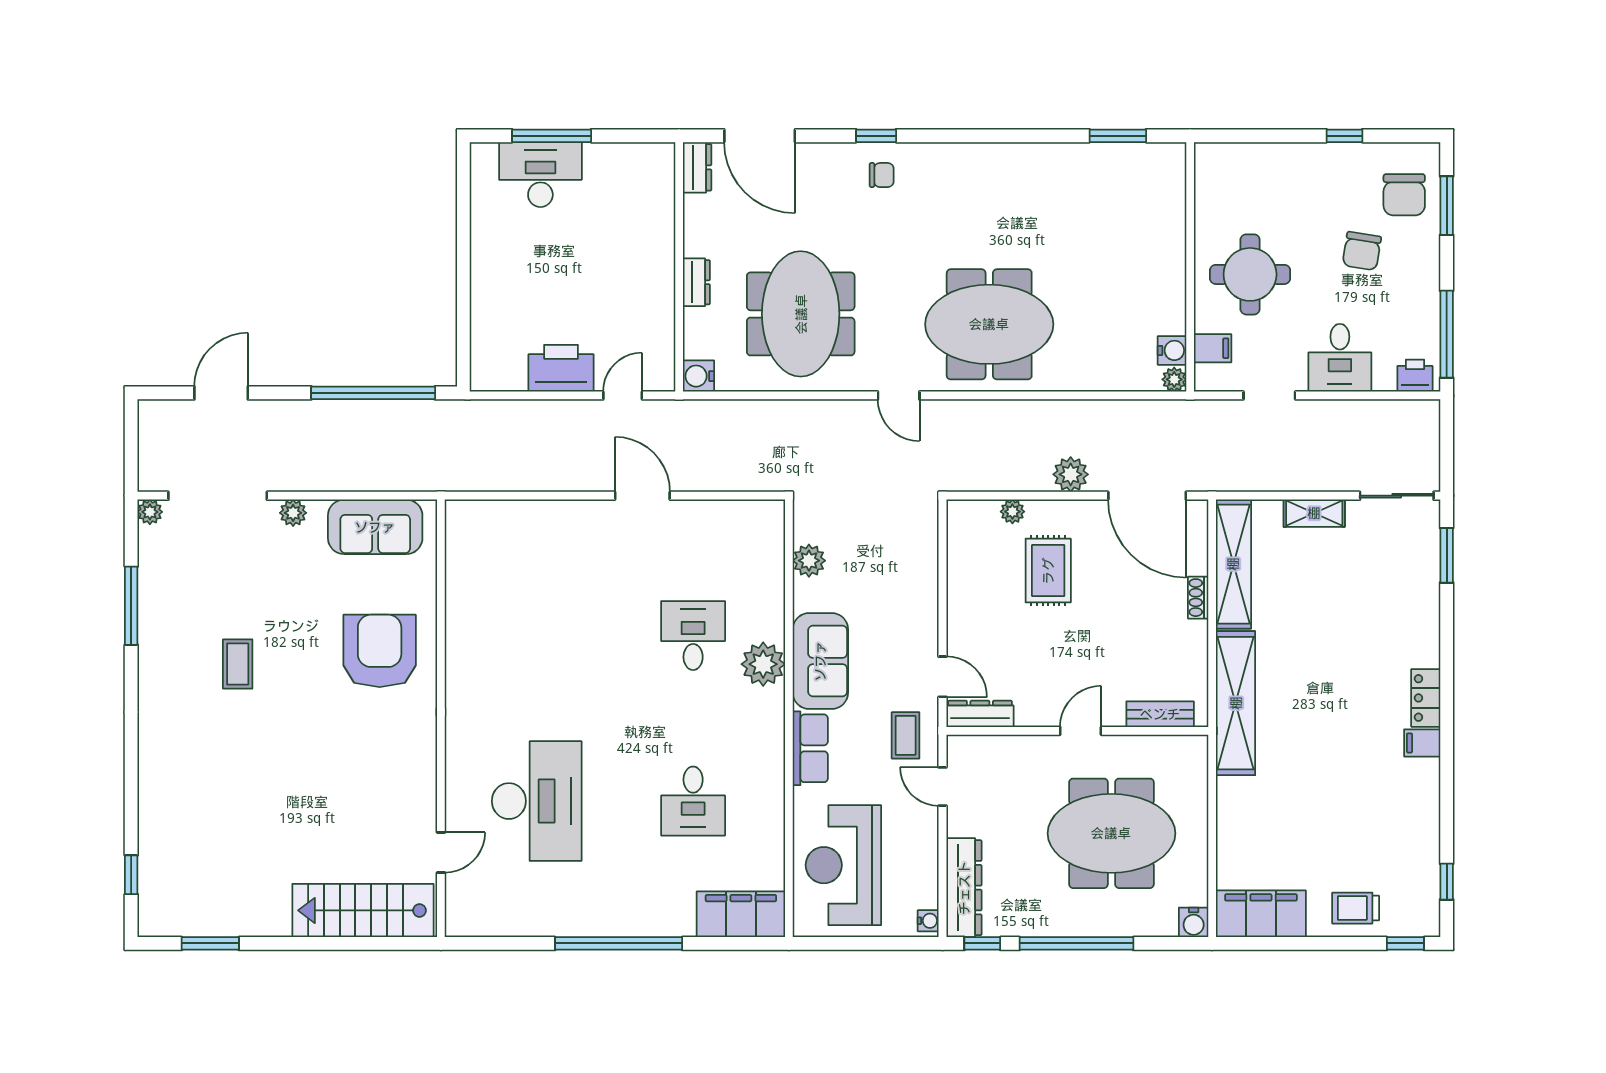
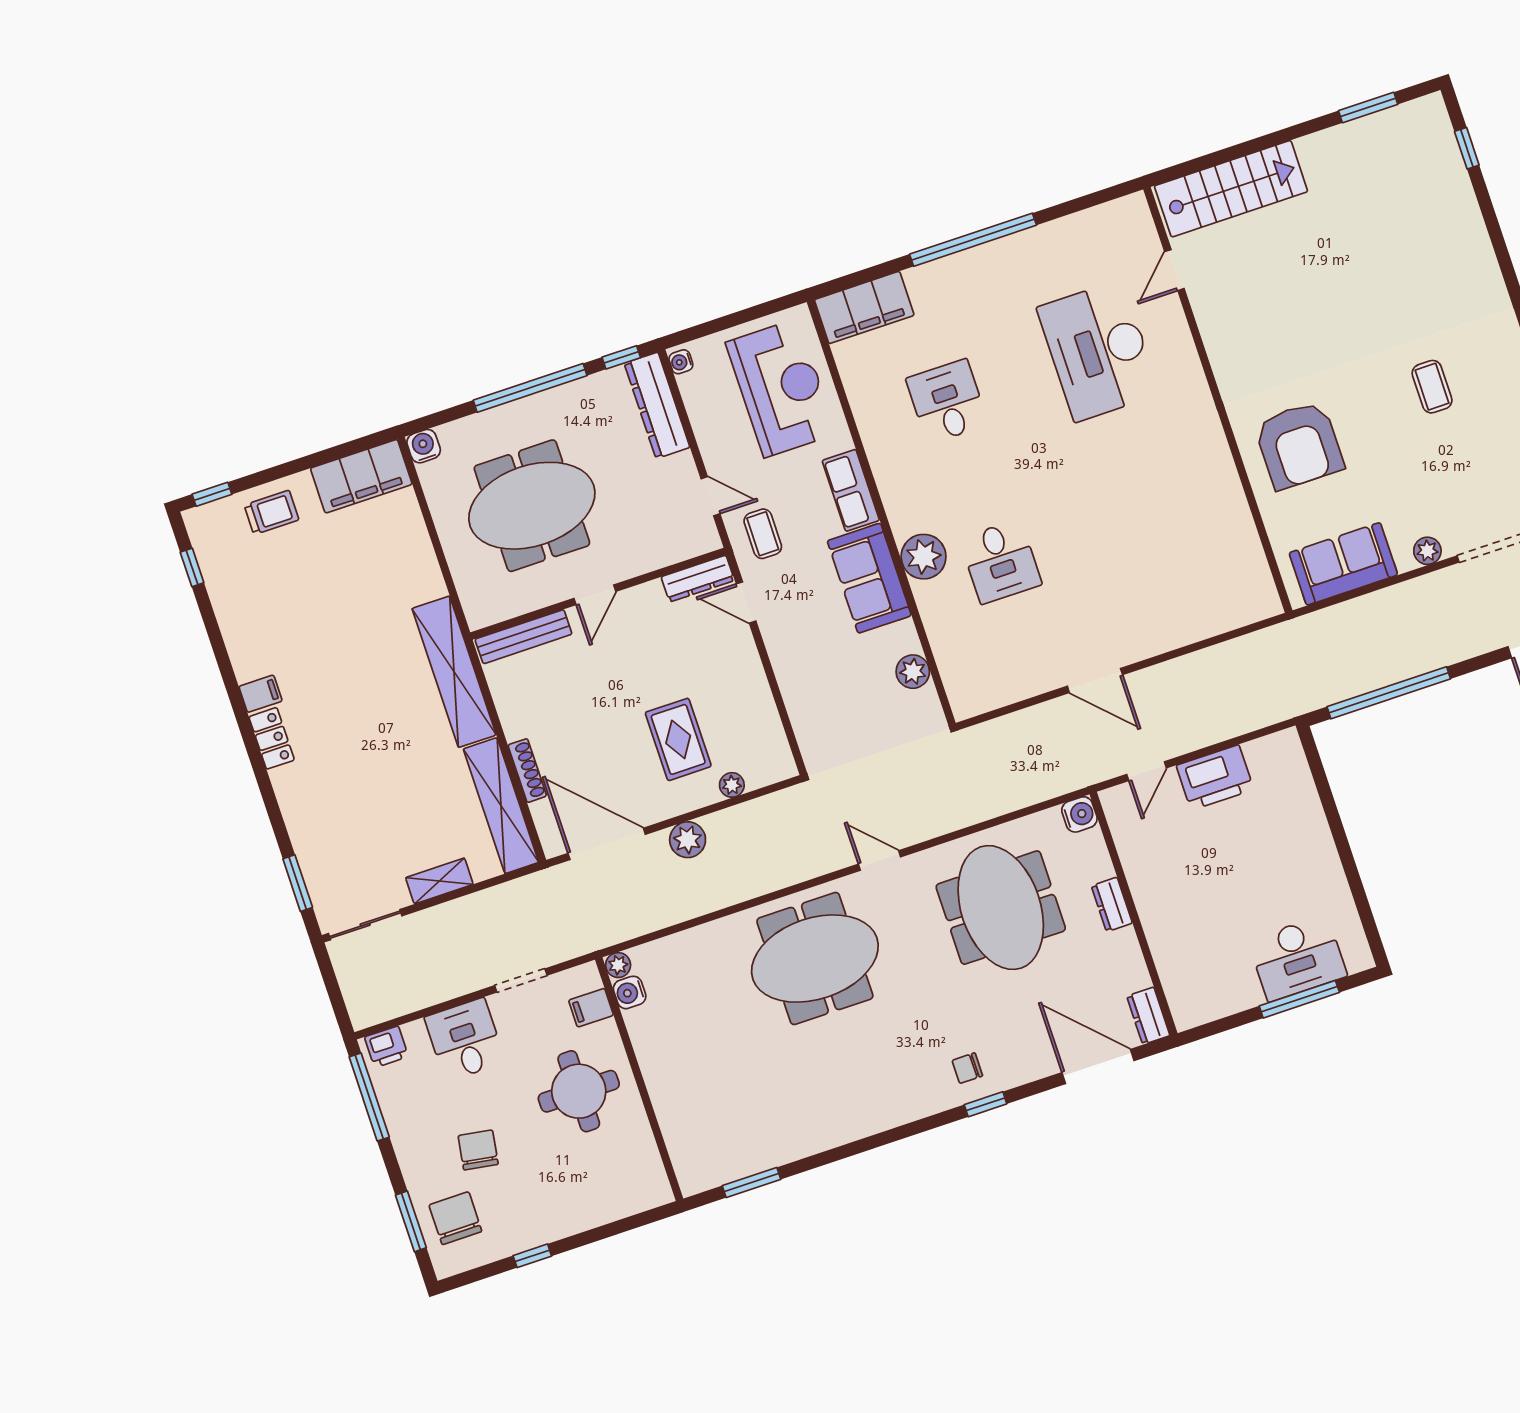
shoe rack: (1198, 598) -> (527, 771), width x1.43
bench: (1160, 714) -> (523, 637), width x1.36

